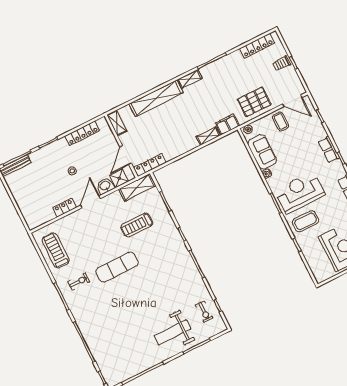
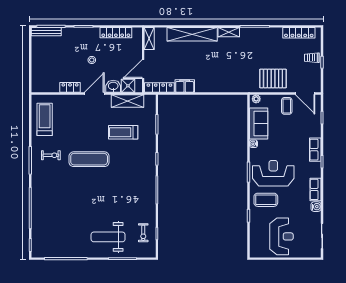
filing cabinet: (227, 124) -> (185, 86), moved
shelving: (208, 136) -> (220, 88), removed
shelving: (137, 188) -> (128, 101), moved

